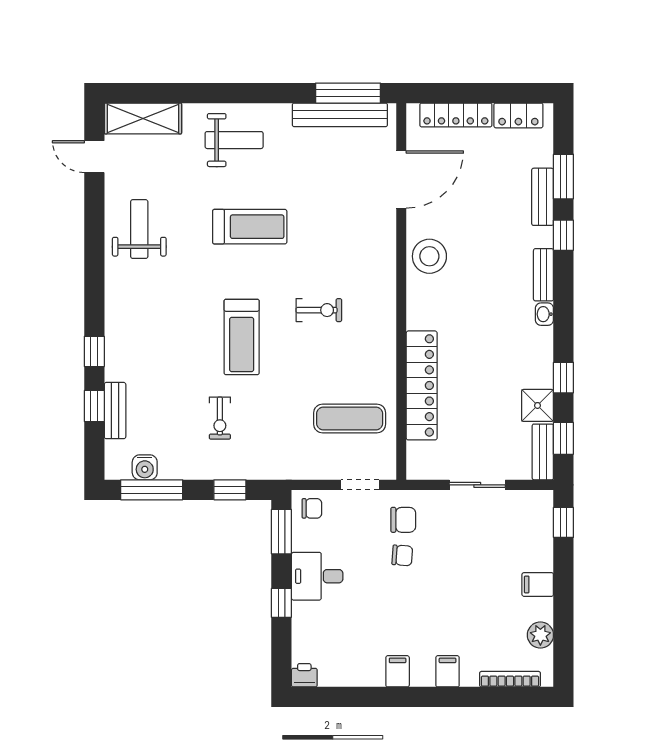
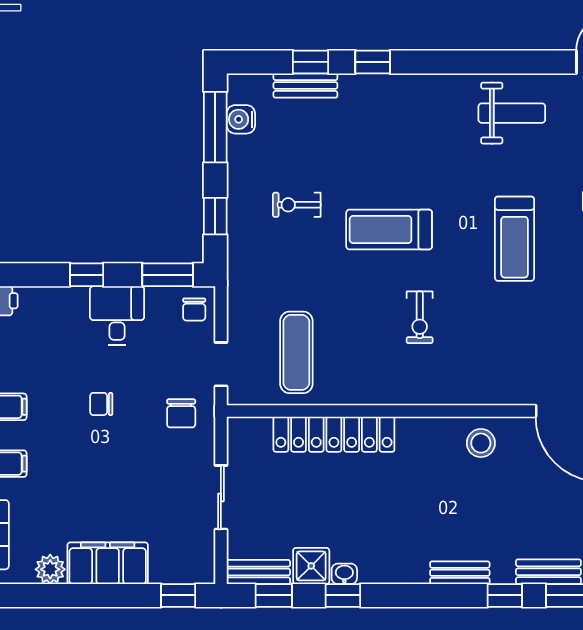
stool: (429, 256) -> (481, 443), width x0.73, depth x0.73
washbasin: (544, 314) -> (344, 574), moved
chair: (402, 555) -> (101, 404), moved, turned 86
filing cabinet: (538, 584) -> (108, 563), width x3.00, depth x1.17

